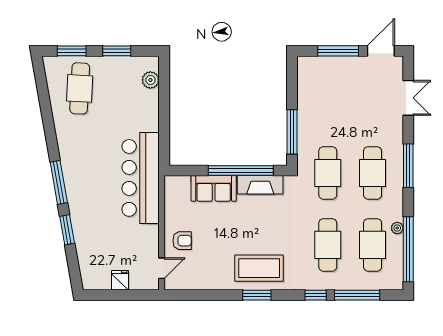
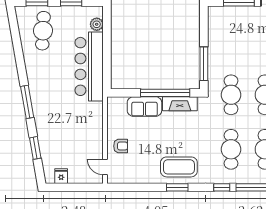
bar counter: (141, 178) -> (89, 66), moved
window: (67, 230) -> (35, 148), moved
door: (162, 268) -> (105, 167), swing flipped
fridge: (120, 280) -> (61, 176), moved

